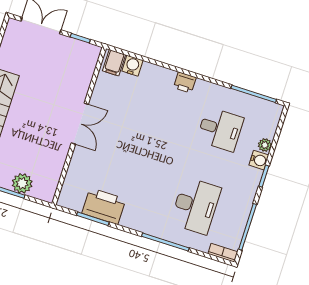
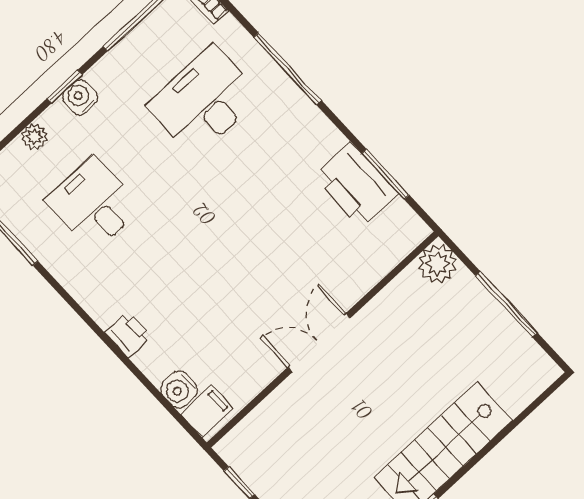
printer: (185, 83) -> (128, 334), moved
water cooler: (259, 160) -> (80, 97), moved
plant: (22, 183) -> (438, 264), moved

